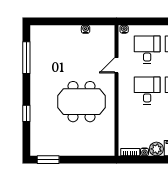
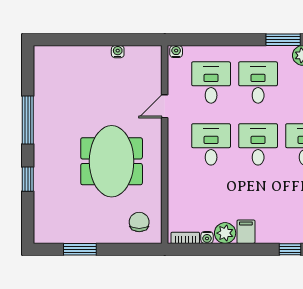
window: (26, 58) -> (28, 120), moved
meeting table: (82, 102) -> (112, 161), turned 90
chair: (100, 142) -> (139, 222), added
window: (48, 160) -> (80, 249), moved

